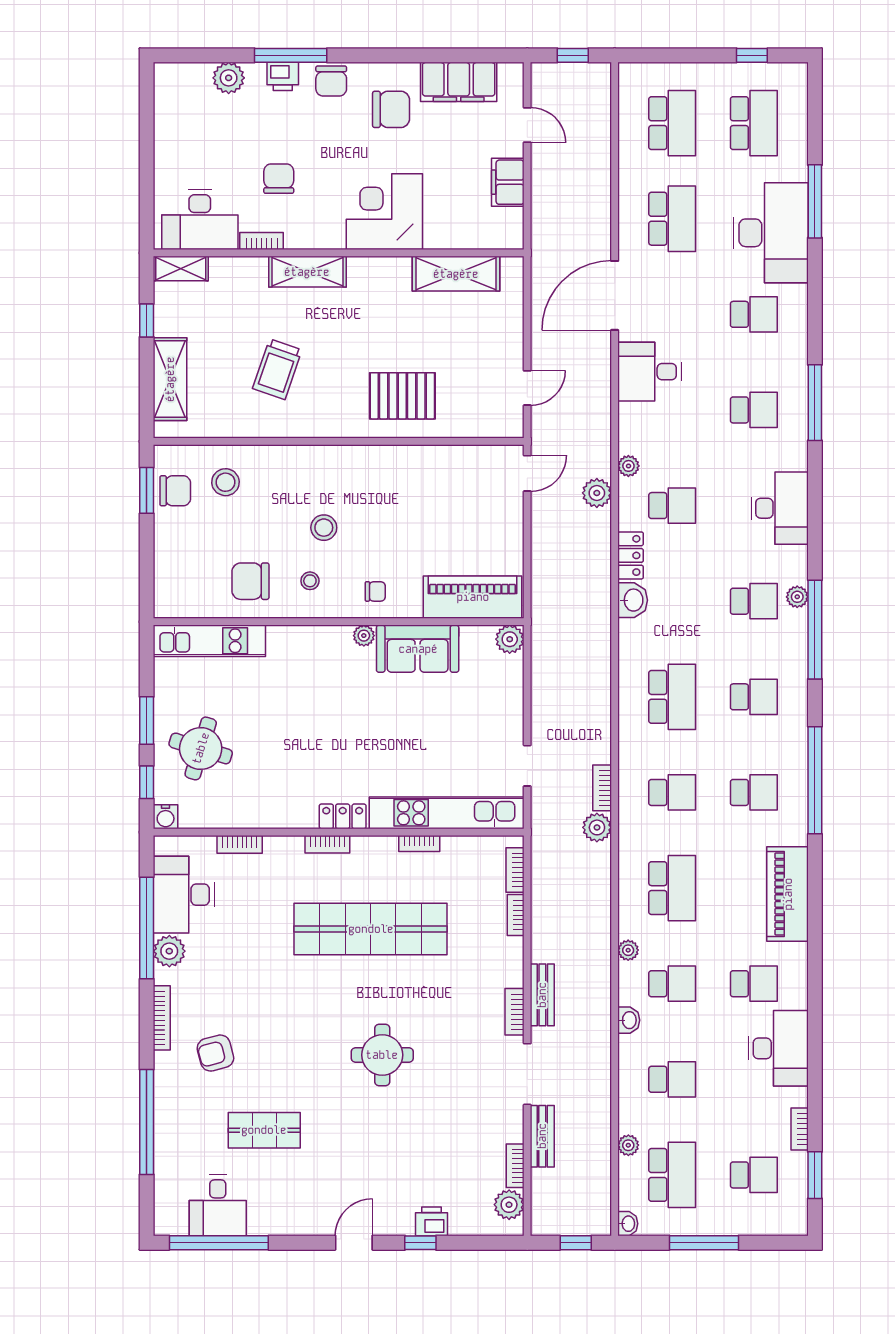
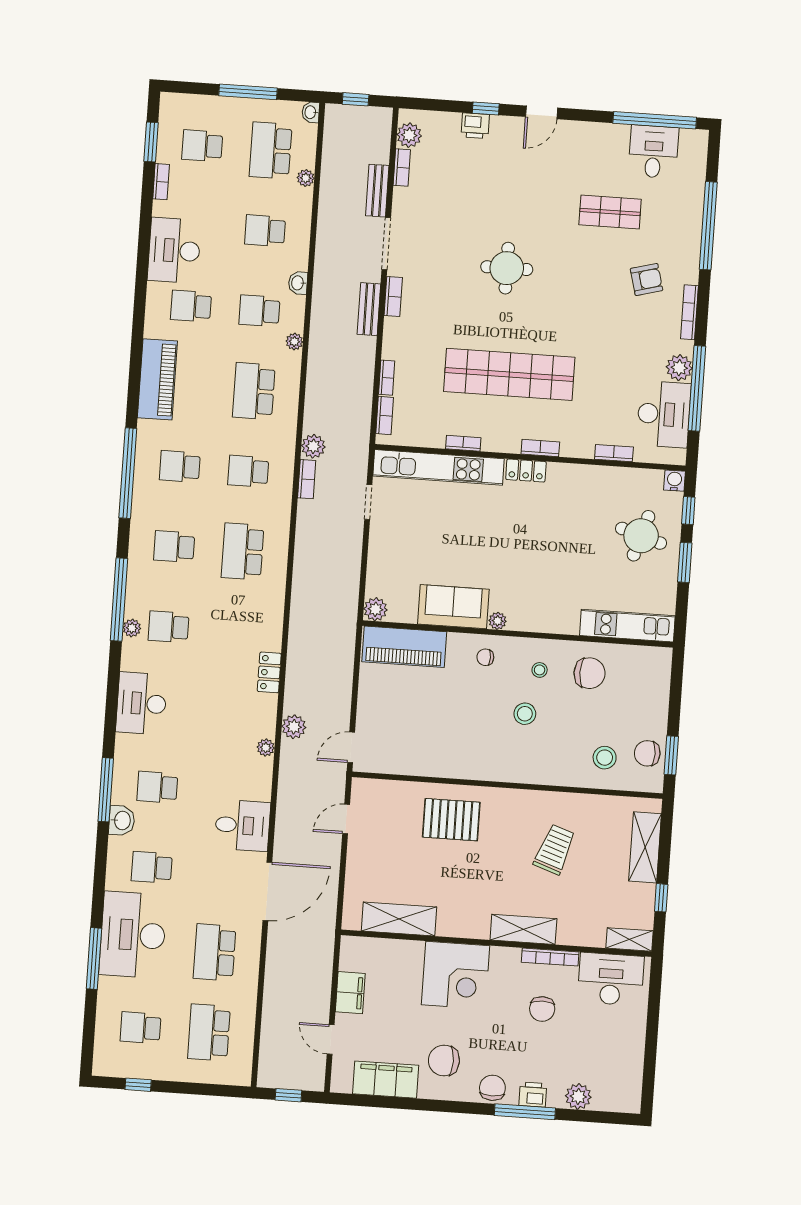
school desk: (754, 123) -> (141, 1028), width x0.54
bookcase: (262, 241) -> (550, 957), width x1.56
school desk: (672, 506) -> (231, 712), removed
washbasin: (633, 600) -> (122, 821), moved, turned 180

